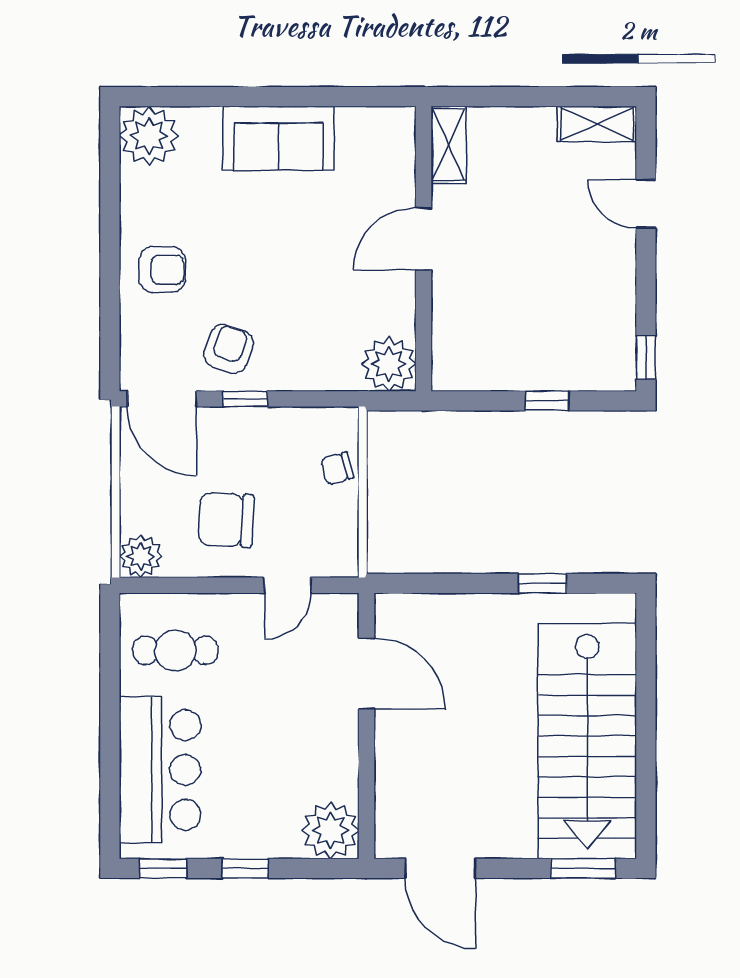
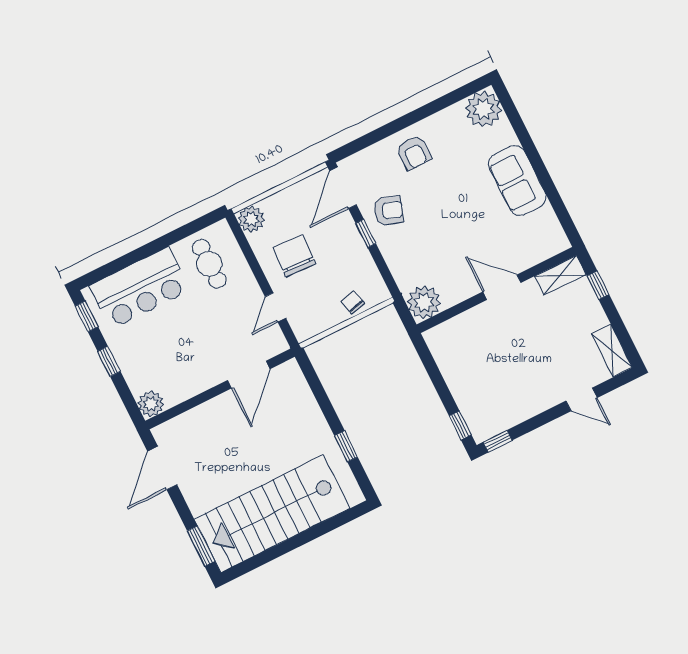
window: (491, 97) -> (598, 285), added
door: (646, 204) -> (582, 399), swing flipped
window: (547, 401) -> (460, 425), moved
door: (288, 585) -> (275, 307), hinge flipped
plant: (330, 830) -> (151, 404), width x0.73, depth x0.73

